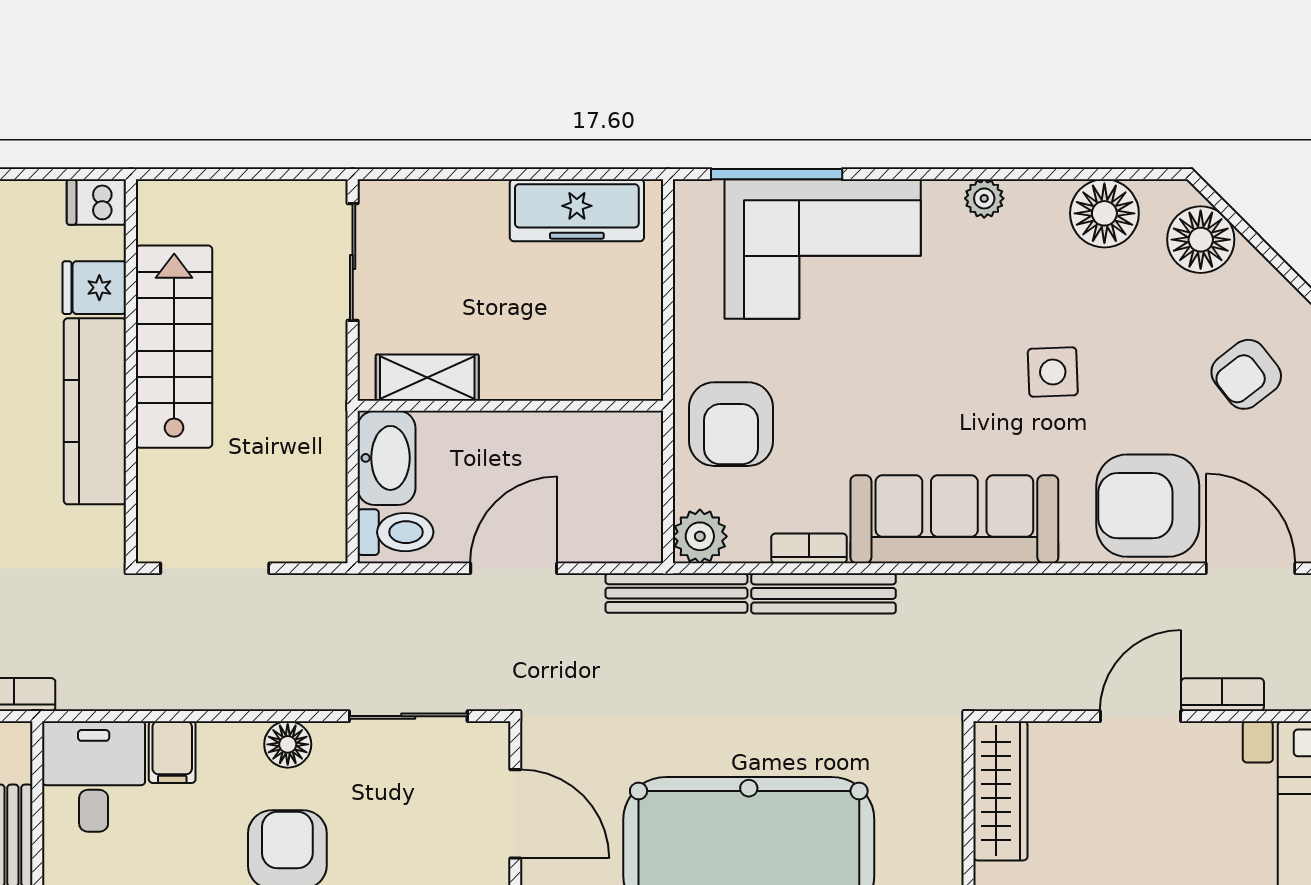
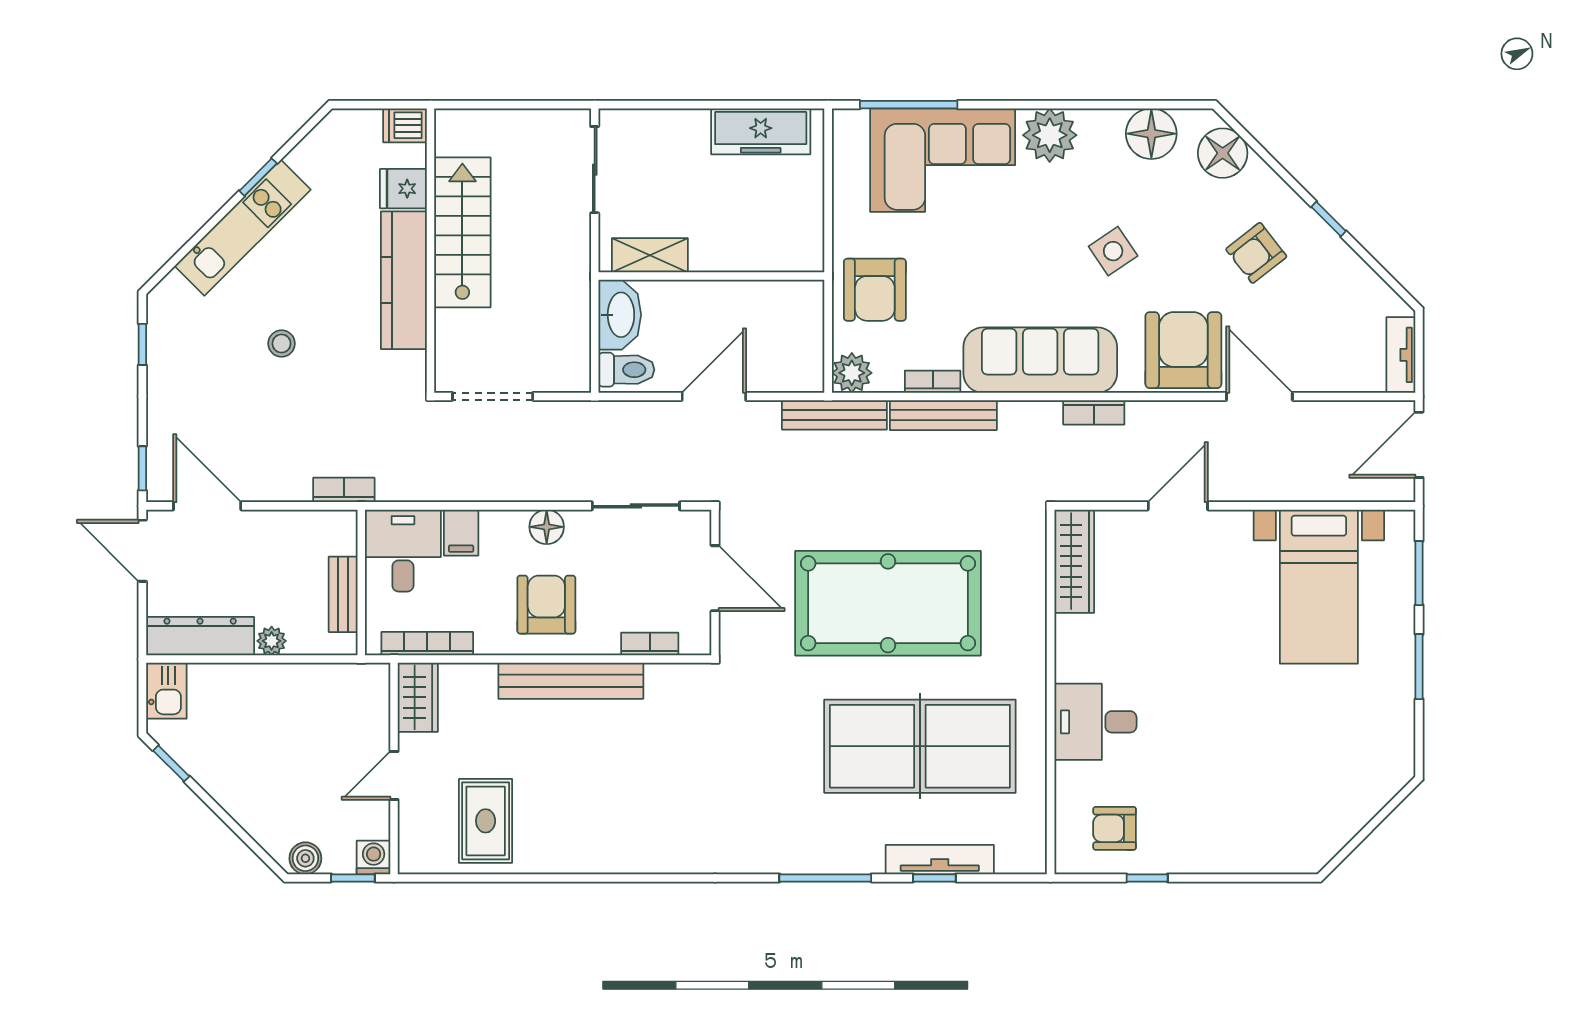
plant: (984, 198) -> (1050, 135), width x1.87, depth x1.87
side table: (1053, 372) -> (1113, 251), turned -32
armchair: (1148, 506) -> (1183, 350), turned 90
bookcase: (1222, 695) -> (1094, 412), moved, turned 180

